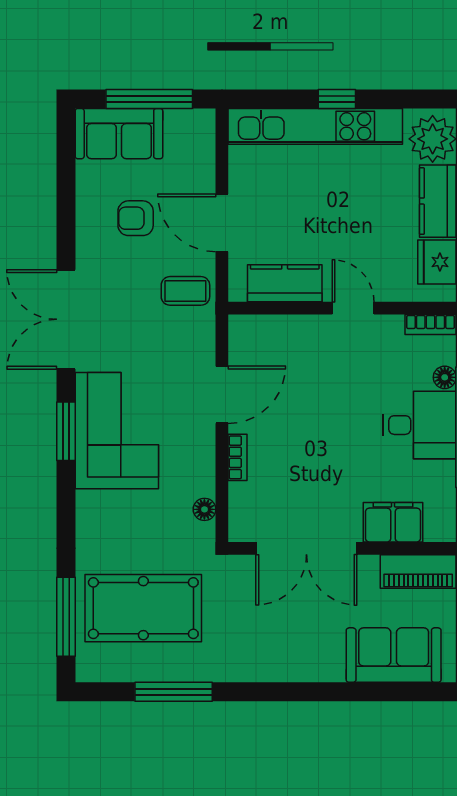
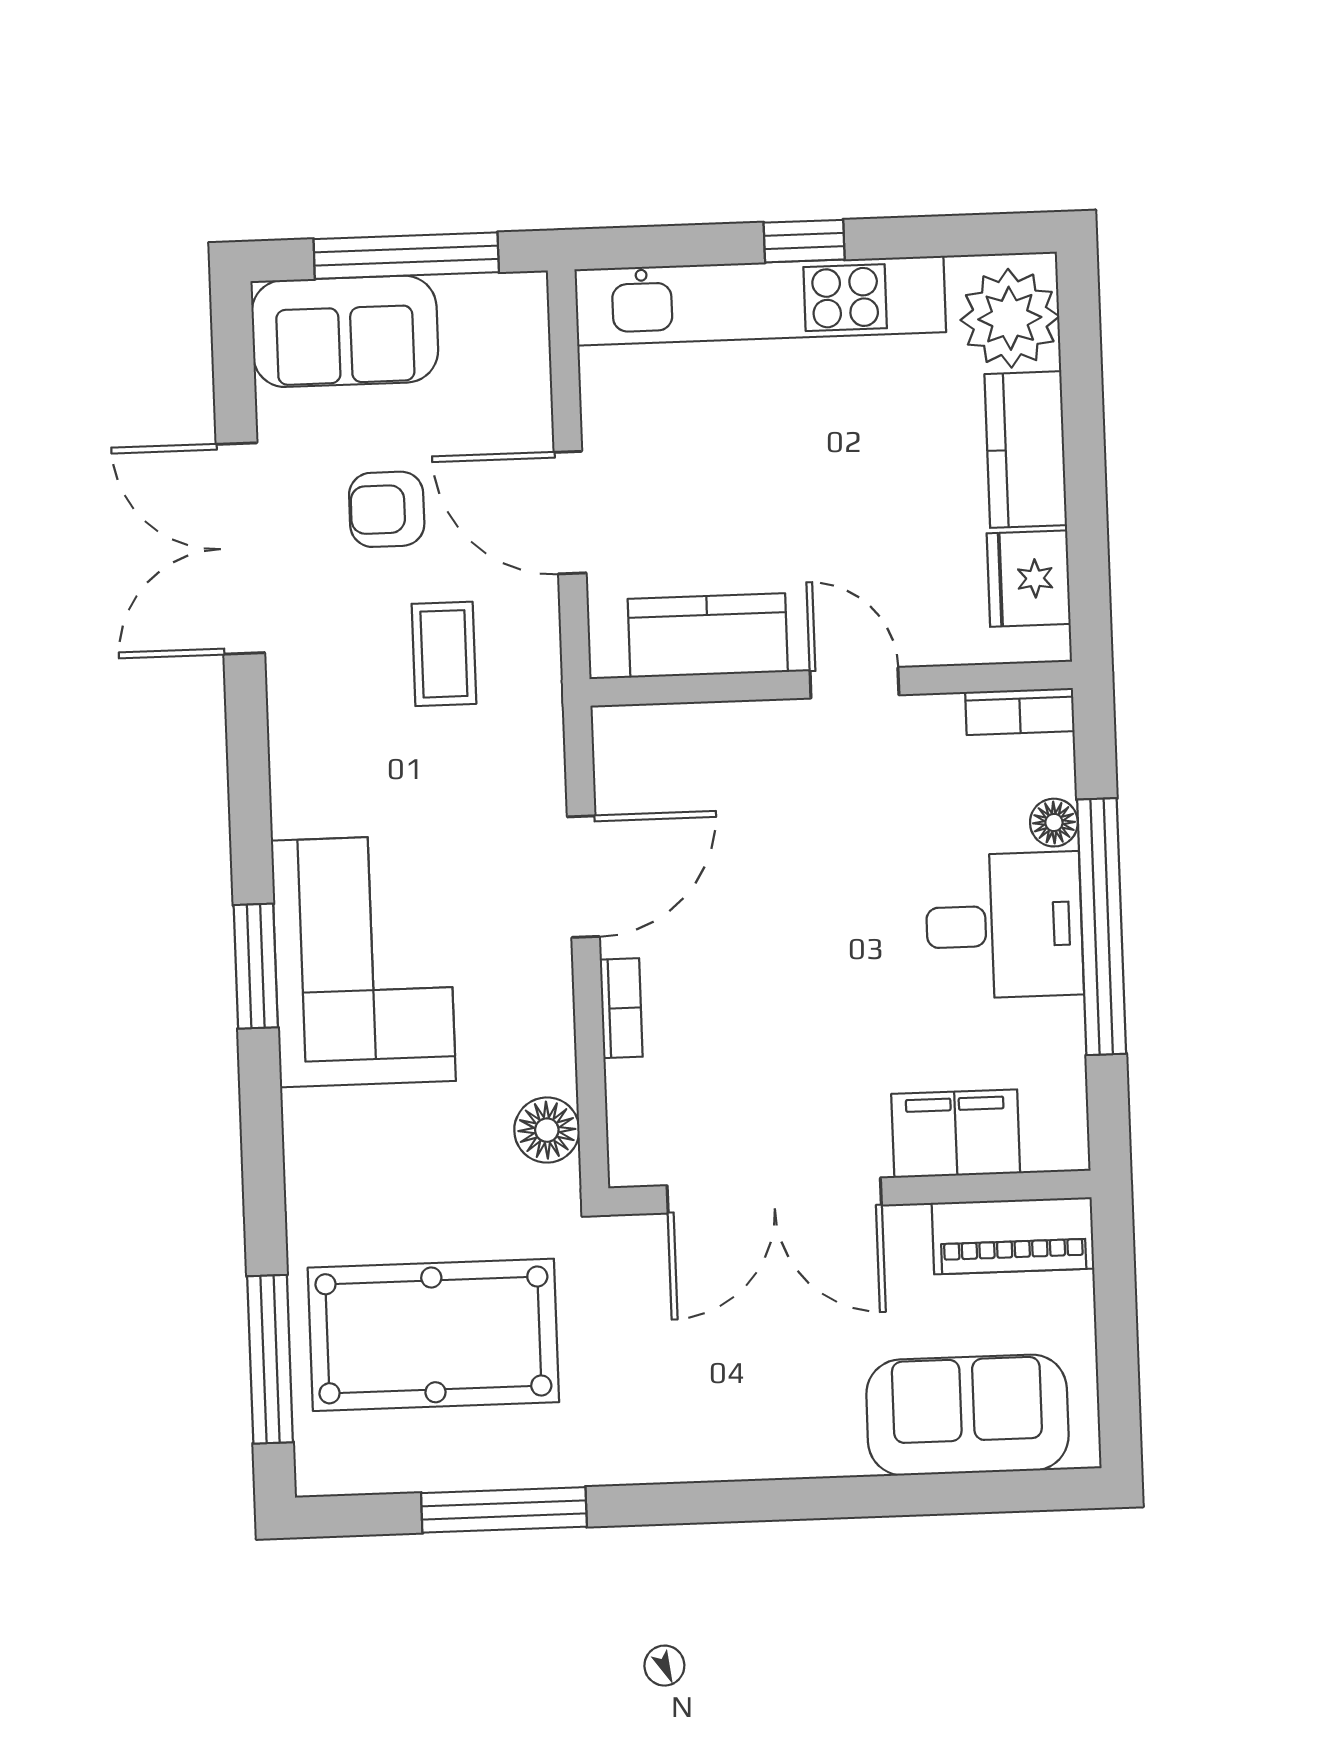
coffee table: (185, 291) -> (444, 654), moved, turned 90
double door: (66, 319) -> (240, 548), moved
floor lamp: (204, 509) -> (547, 1130), width x1.37, depth x1.37

